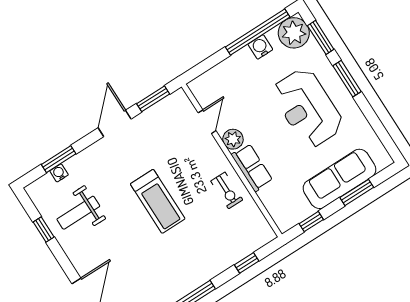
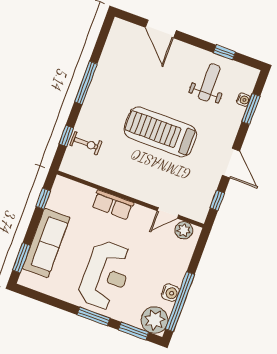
window: (153, 99) -> (217, 200), width x0.67
reception desk: (307, 108) -> (106, 275), turned 90
door: (207, 122) -> (168, 213), hinge flipped
plant: (233, 139) -> (184, 230), moved
exercise bike: (227, 190) -> (86, 143), moved, turned 180
window: (357, 192) -> (21, 258), moved
treadmill: (158, 201) -> (160, 132), width x1.37, depth x1.38

